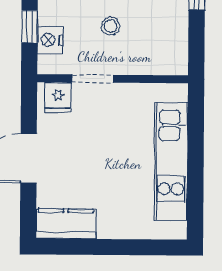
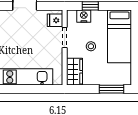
wardrobe: (161, 59) -> (74, 72), added

